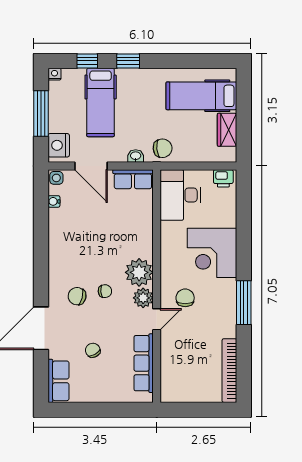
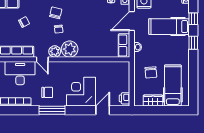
chair: (163, 148) -> (151, 72), moved
desk: (180, 195) -> (20, 73), moved
door: (244, 216) -> (103, 110), added
chair: (185, 298) -> (47, 92), moved

